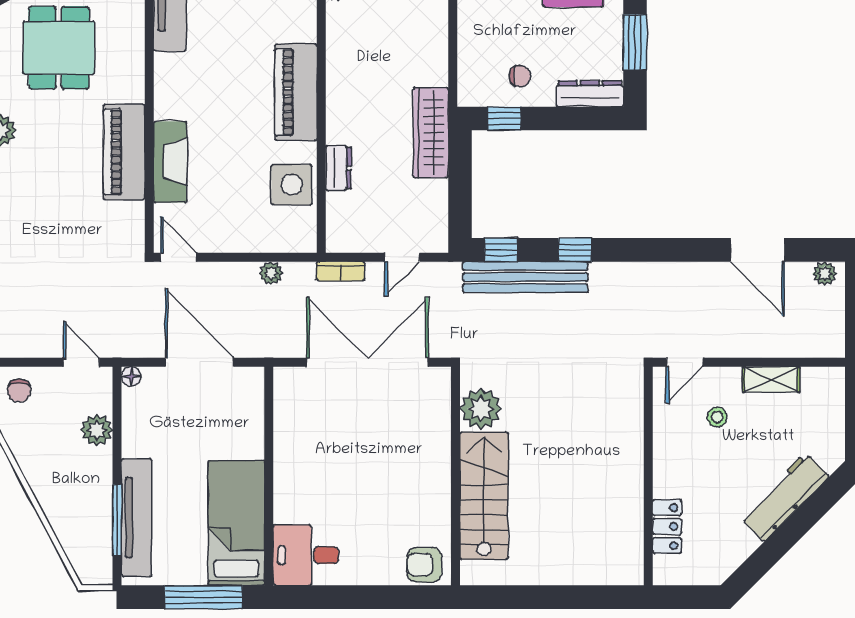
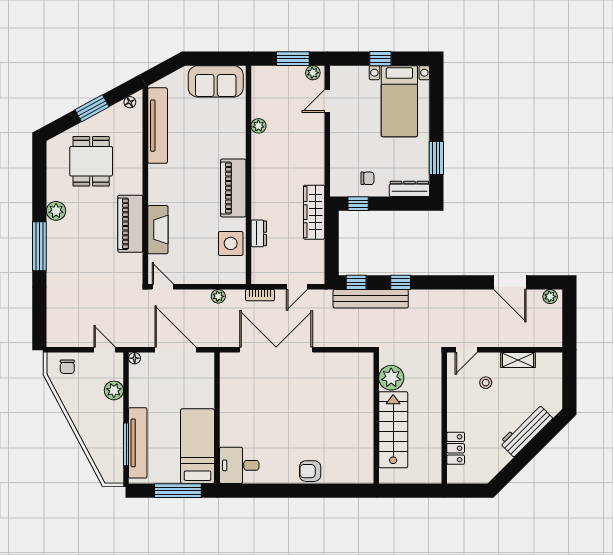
plant: (481, 409) -> (391, 378), moved
wall: (456, 476) -> (376, 418), moved
stairs: (484, 496) -> (393, 430), moved

